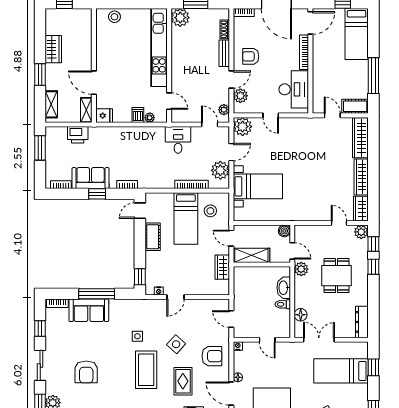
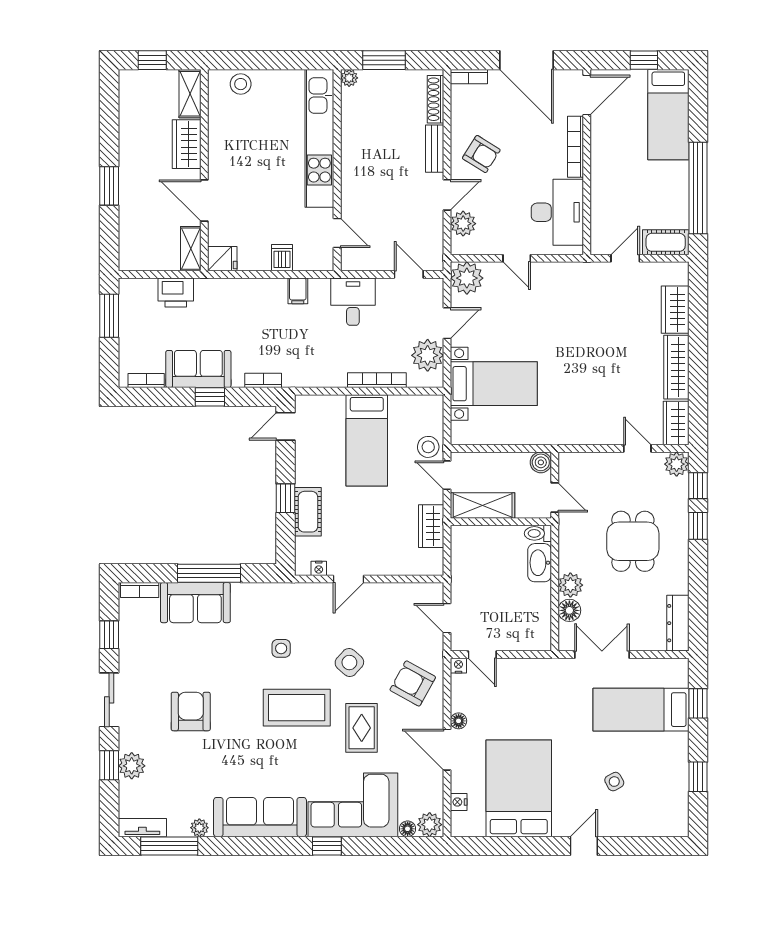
plant: (180, 18) -> (349, 78), width x0.53, depth x0.53
shoe rack: (225, 29) -> (436, 99), width x1.43
wardrobe: (53, 49) -> (187, 144), moved, turned 180
armchair: (251, 56) -> (481, 154), turned -148
window: (373, 76) -> (698, 188), width x1.46
shelving: (51, 104) -> (190, 94), moved
plant: (224, 110) -> (434, 248), removed
door: (332, 115) -> (625, 258), hinge flipped
plant: (150, 118) -> (303, 262), removed
filing cabinet: (147, 134) -> (298, 291), added
wardrobe: (360, 138) -> (675, 310), width x0.67
stool: (210, 211) -> (428, 447), moved
cot: (153, 237) -> (308, 512), moved
plant: (301, 269) -> (570, 585), moved
window: (140, 277) -> (286, 498), moved
toilet: (283, 304) -> (538, 533), moved
door: (267, 340) -> (482, 655), moved
armchair: (212, 356) -> (413, 683), turned -151
coffee table: (146, 370) -> (297, 708), turned 90
armchair: (86, 372) -> (191, 711), turned 180

